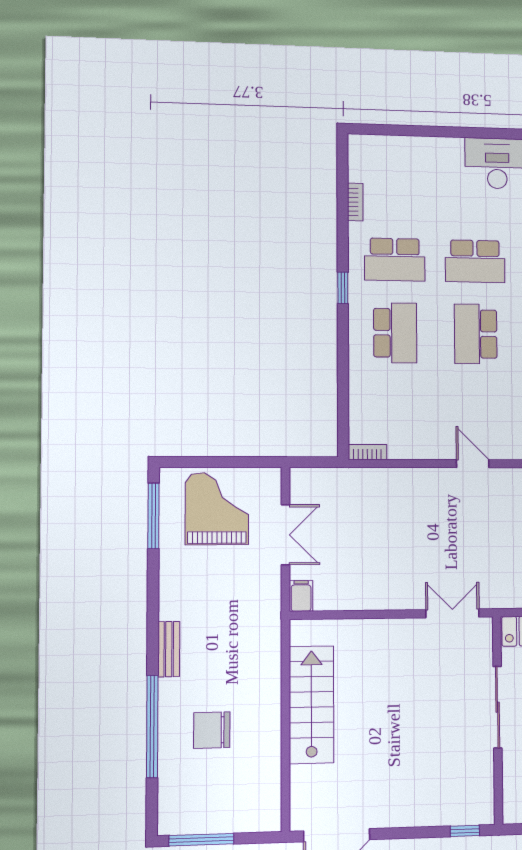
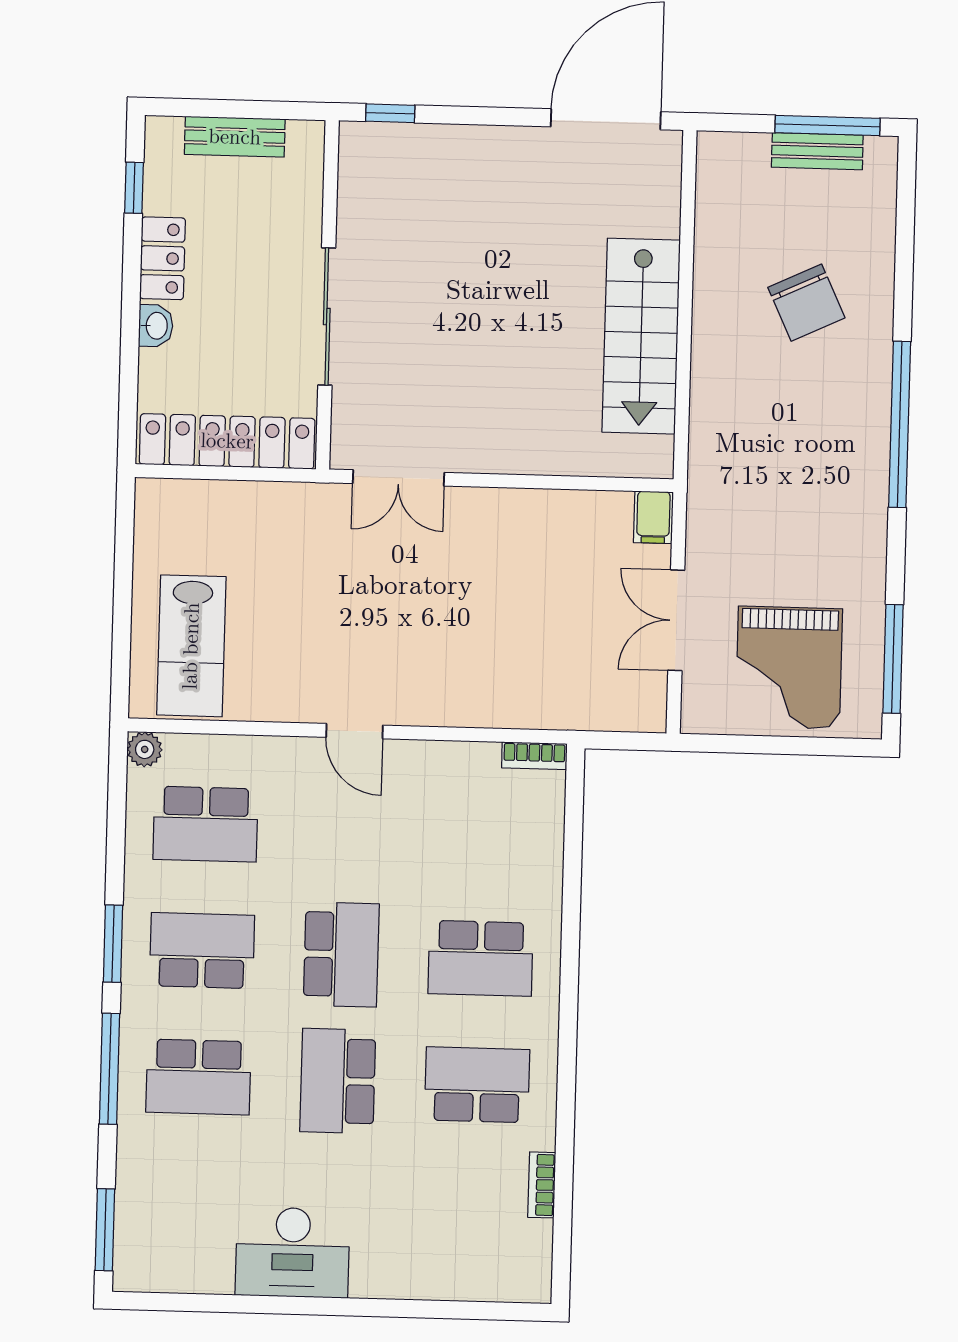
school desk: (475, 261) -> (338, 1081), turned -90
window: (343, 288) -> (568, 1037), removed
school desk: (395, 333) -> (481, 958), turned -90
bench: (169, 649) -> (817, 151), moved, turned 90
window: (152, 727) -> (900, 424), moved
chair: (212, 730) -> (806, 303), turned 65

